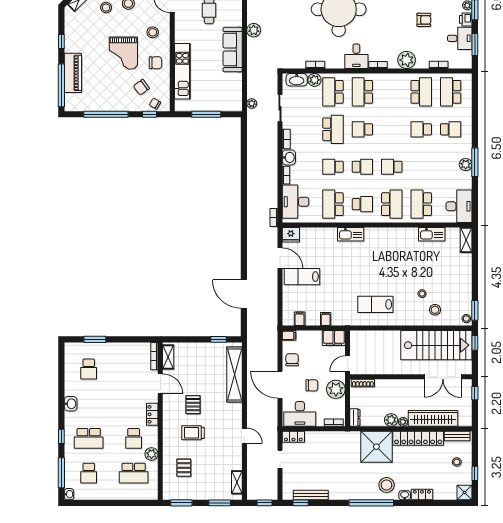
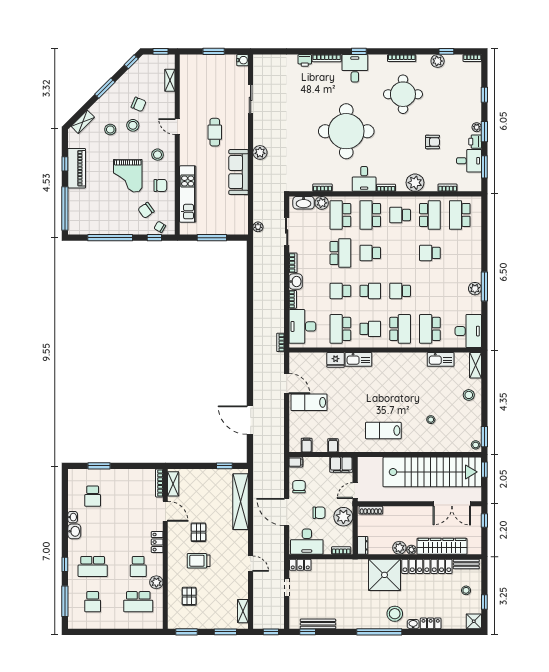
piano: (73, 73) -> (77, 168), moved
school desk: (451, 129) -> (400, 215), moved, turned 180
fridge: (291, 235) -> (336, 360), moved
stool: (435, 310) -> (469, 395), moved
stairs: (436, 345) -> (432, 472), width x1.36
washbasin: (69, 494) -> (73, 517), moved

